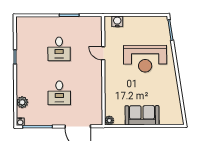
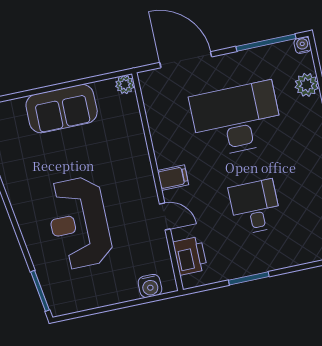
printer: (95, 32) -> (190, 256), added
reception desk: (145, 59) -> (79, 223), turned -90
filing cabinet: (95, 71) -> (173, 178), added
desk: (59, 93) -> (236, 119), width x1.87, depth x1.30

